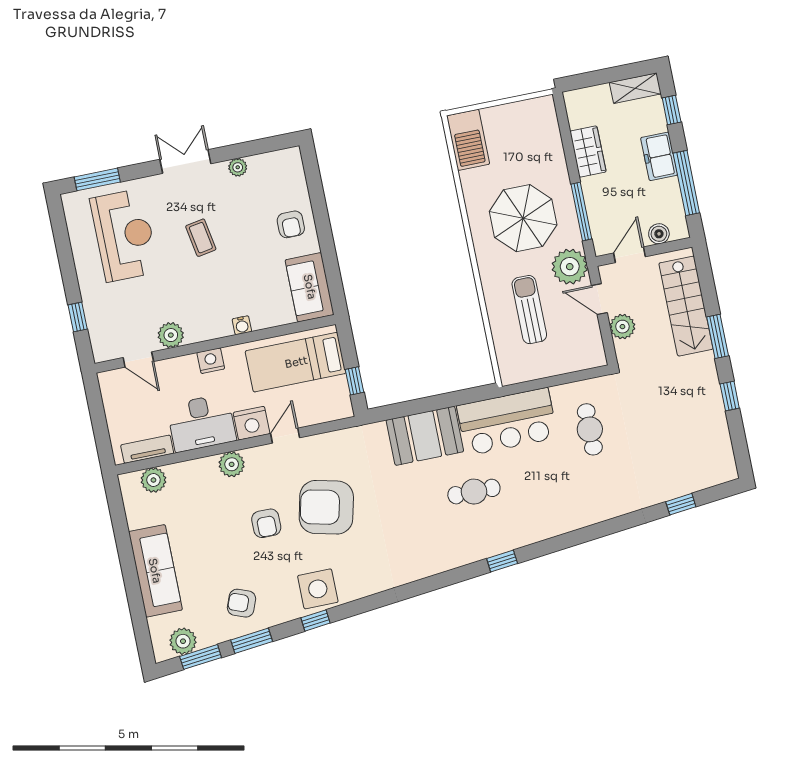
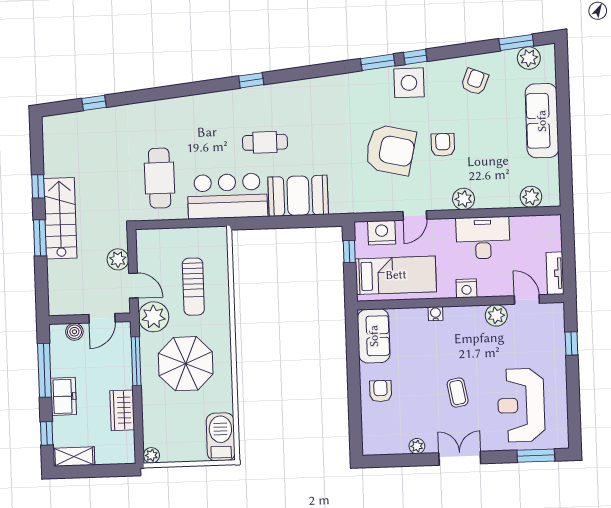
plant: (545, 105) -> (151, 455), added
double door: (185, 161) -> (460, 458), swing flipped
stairs: (686, 306) -> (60, 218), moved
nightstand: (252, 423) -> (382, 233), moved
cafe table: (590, 429) -> (160, 178), width x1.37, depth x1.35
tv unit: (147, 449) -> (555, 273), moved, turned 90
armchair: (242, 603) -> (475, 82), turned -89
window: (252, 641) -> (378, 62), moved

